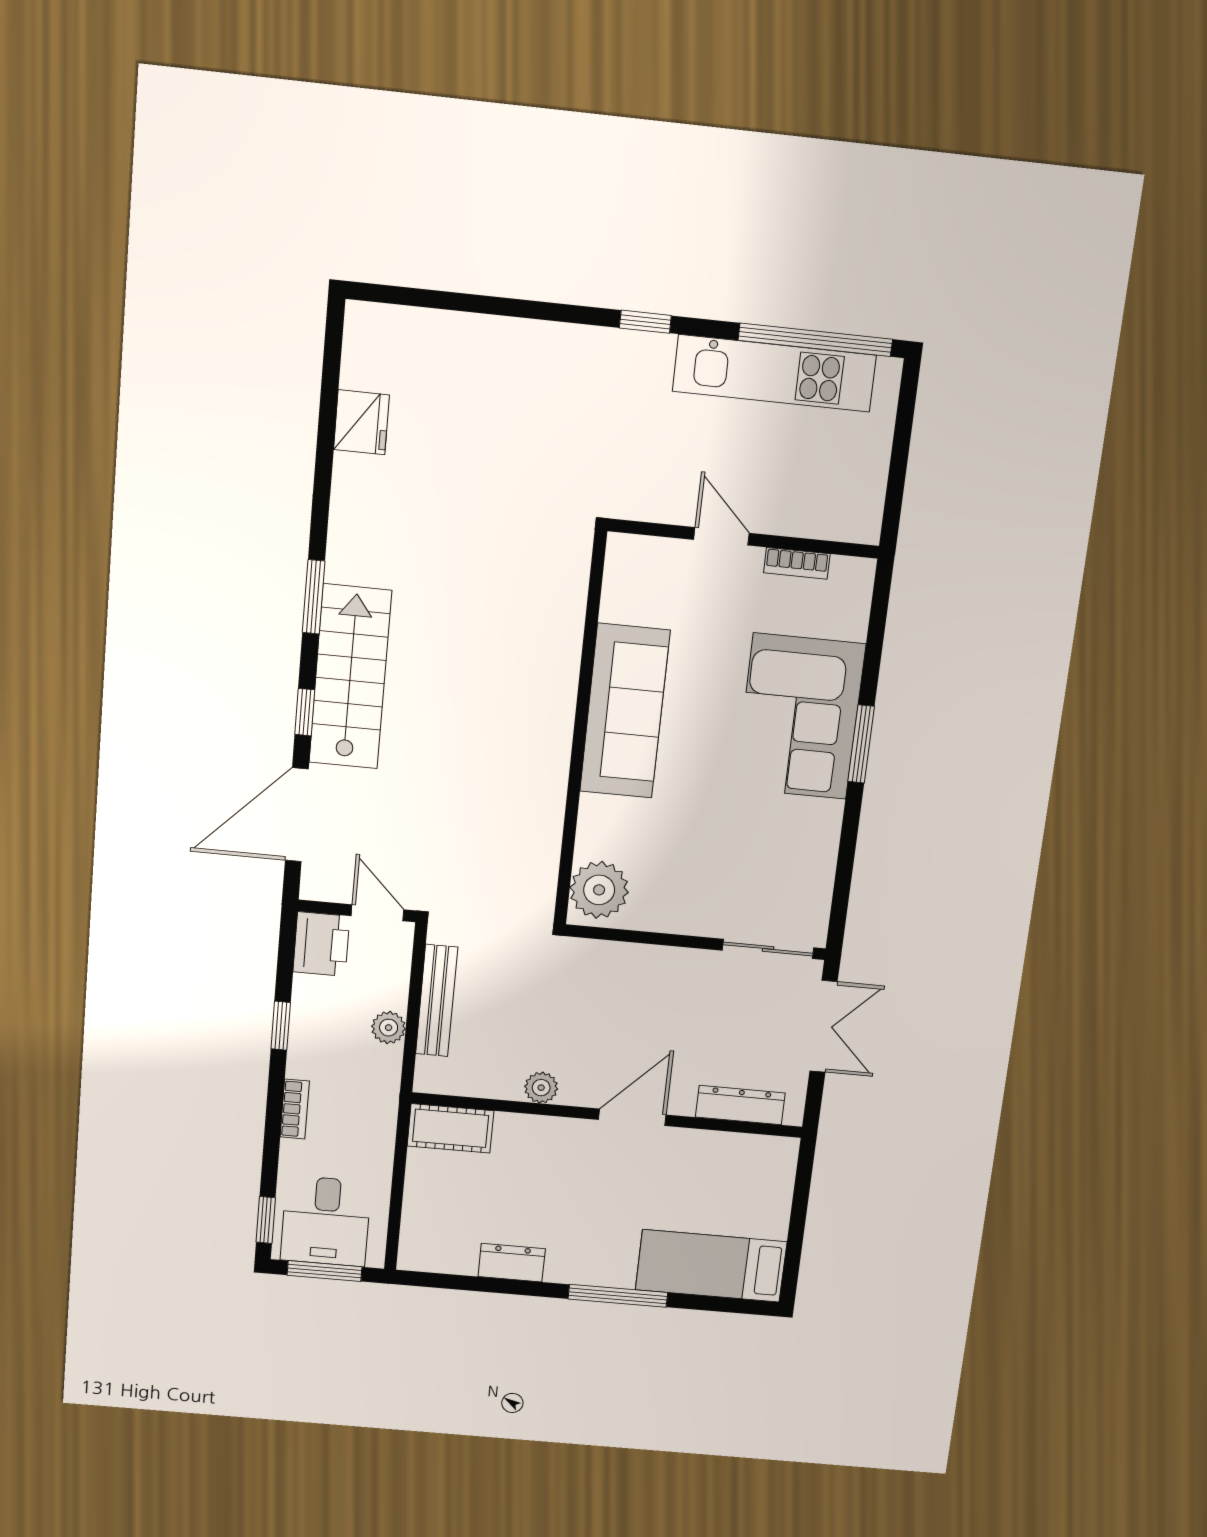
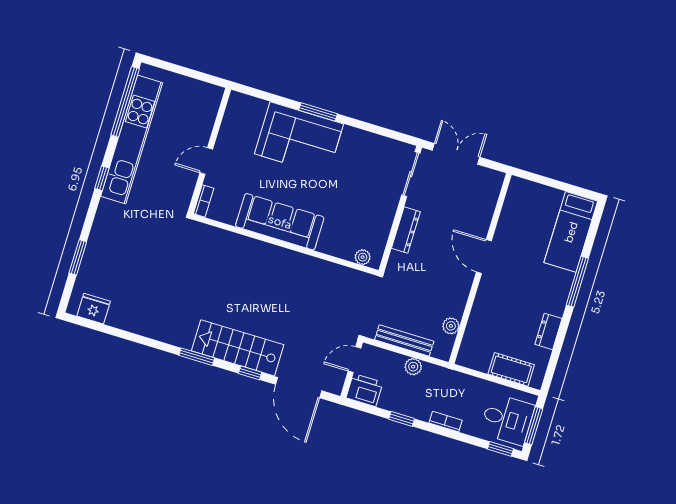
window: (468, 303) -> (78, 257), added
kitchen unit: (774, 373) -> (132, 139), width x1.36
fridge: (361, 422) -> (94, 309), moved
bookcase: (797, 563) -> (204, 201), moved
plant: (599, 890) -> (363, 257), width x0.53, depth x0.53
plant: (541, 1088) -> (451, 326), moved
dresser: (740, 1105) -> (406, 230), moved, turned 180
cot: (451, 1128) -> (511, 369), moved, turned 90

